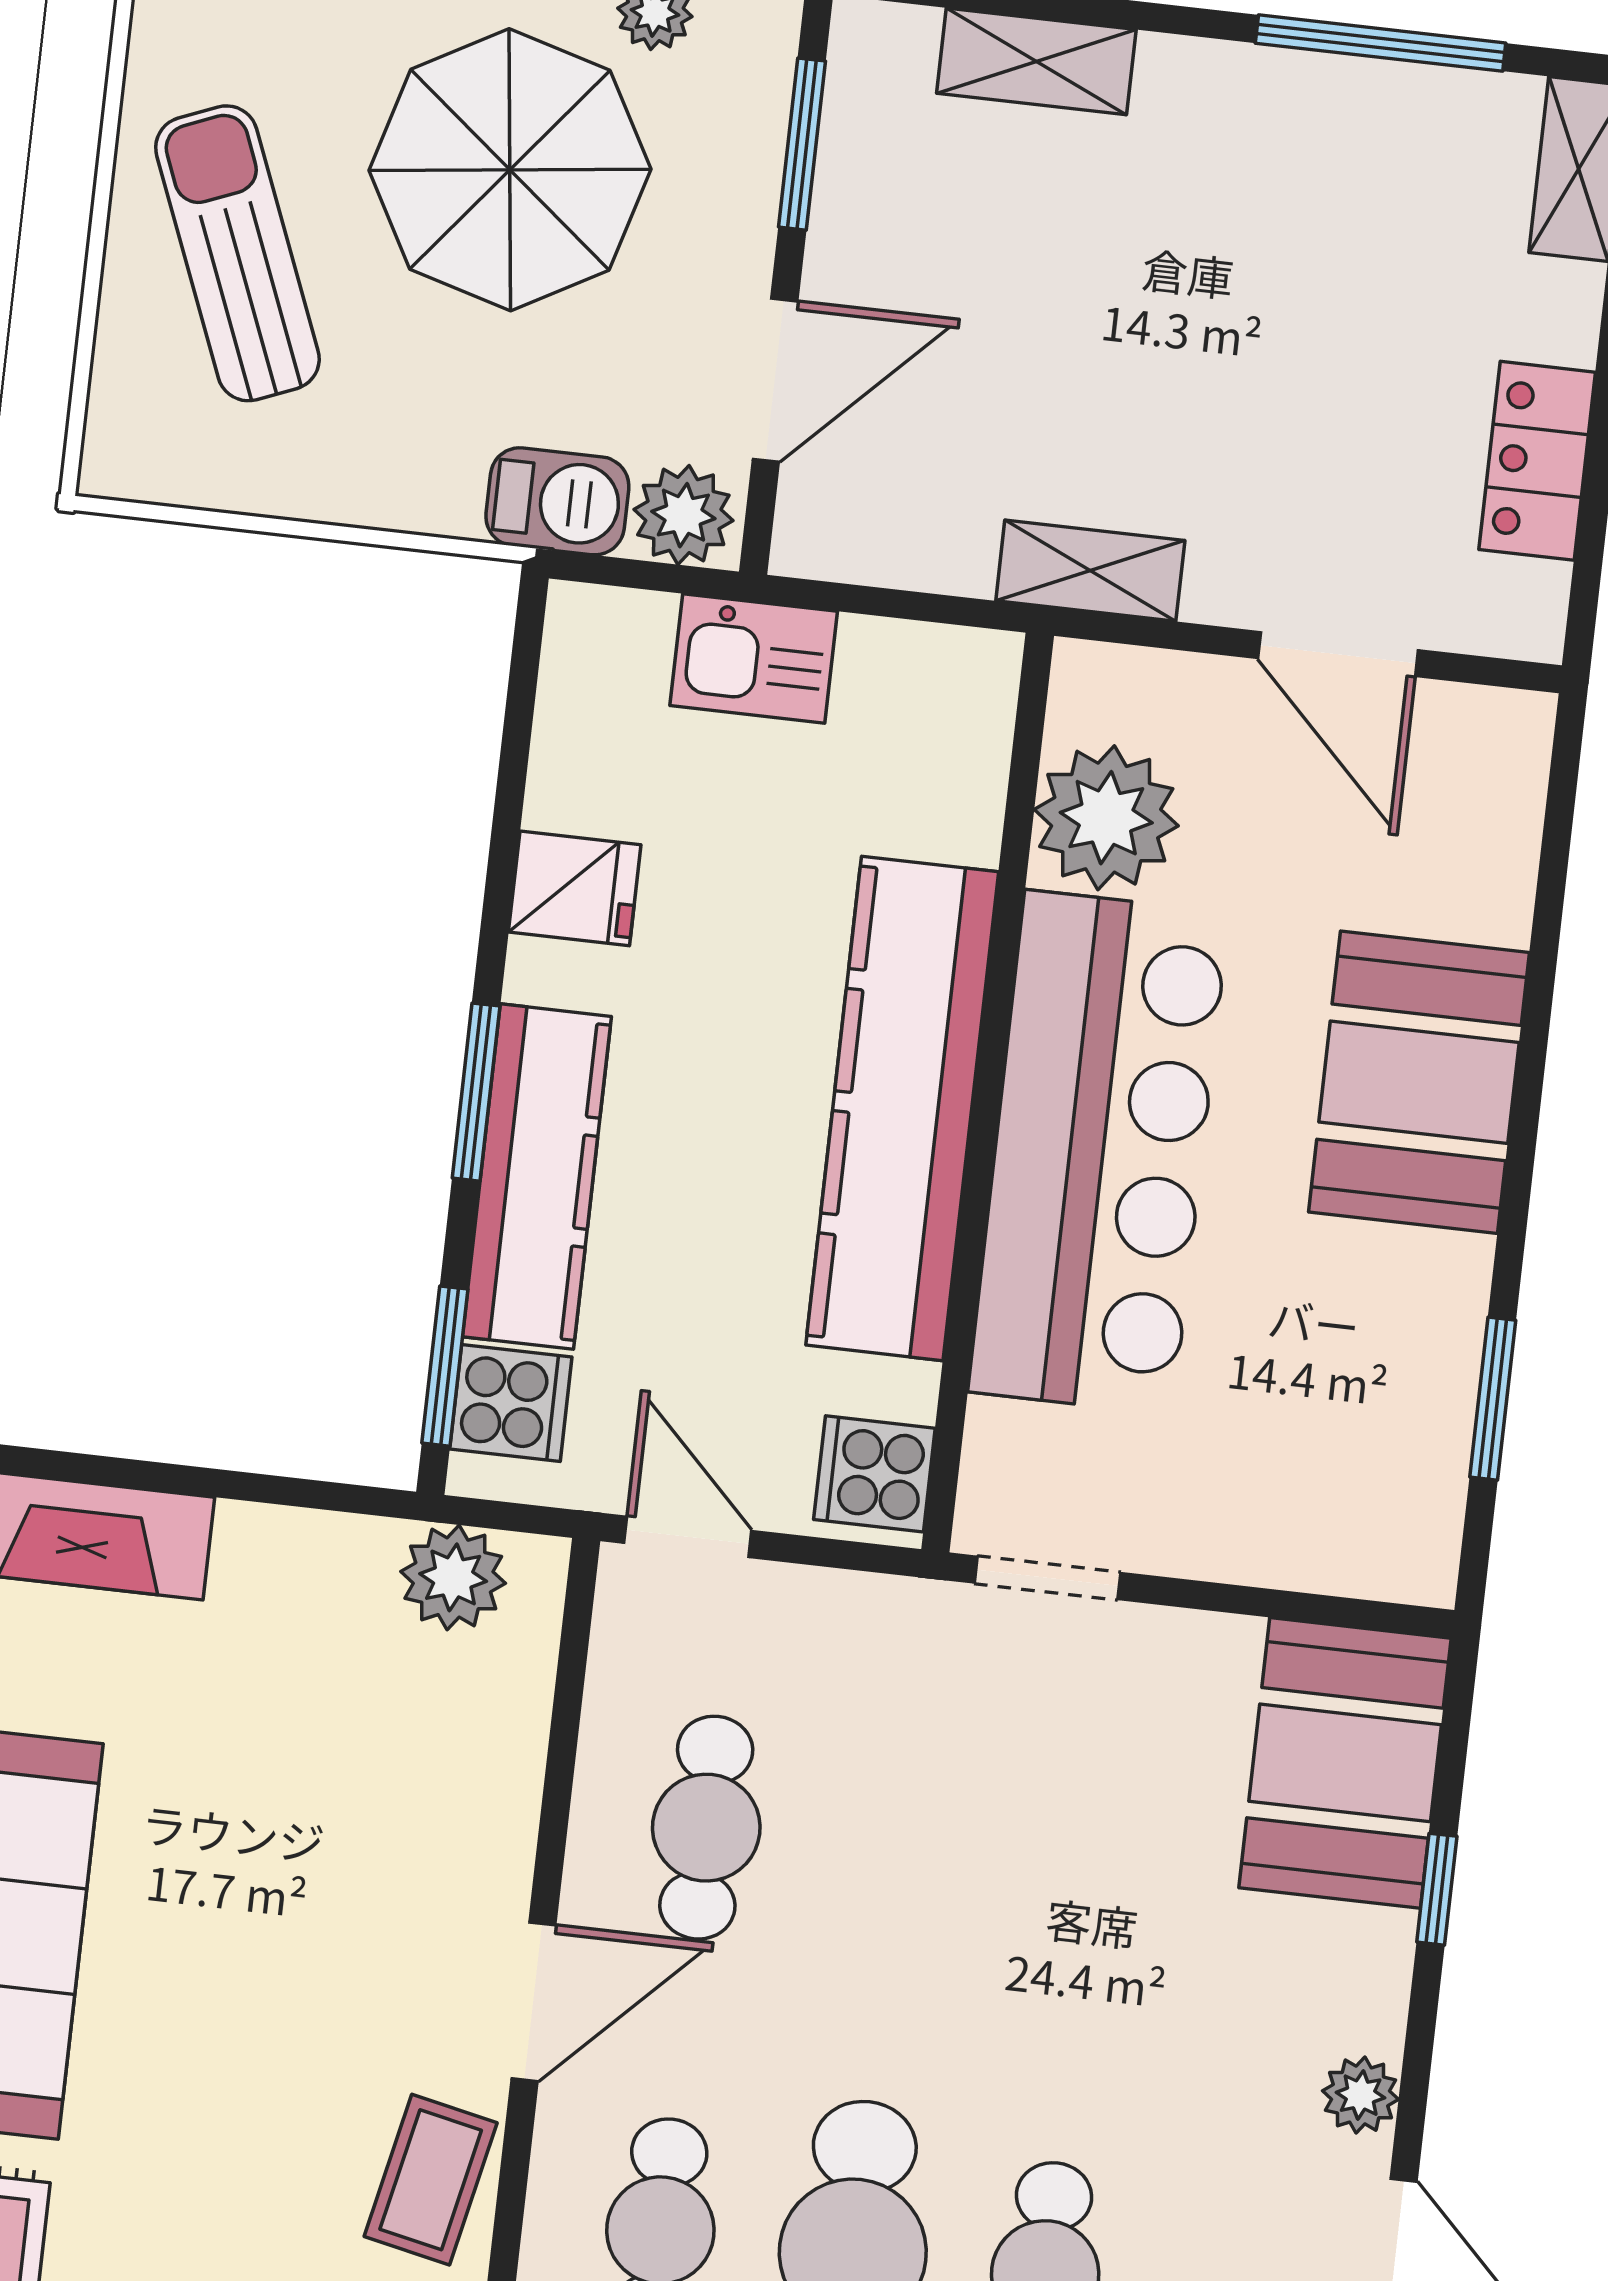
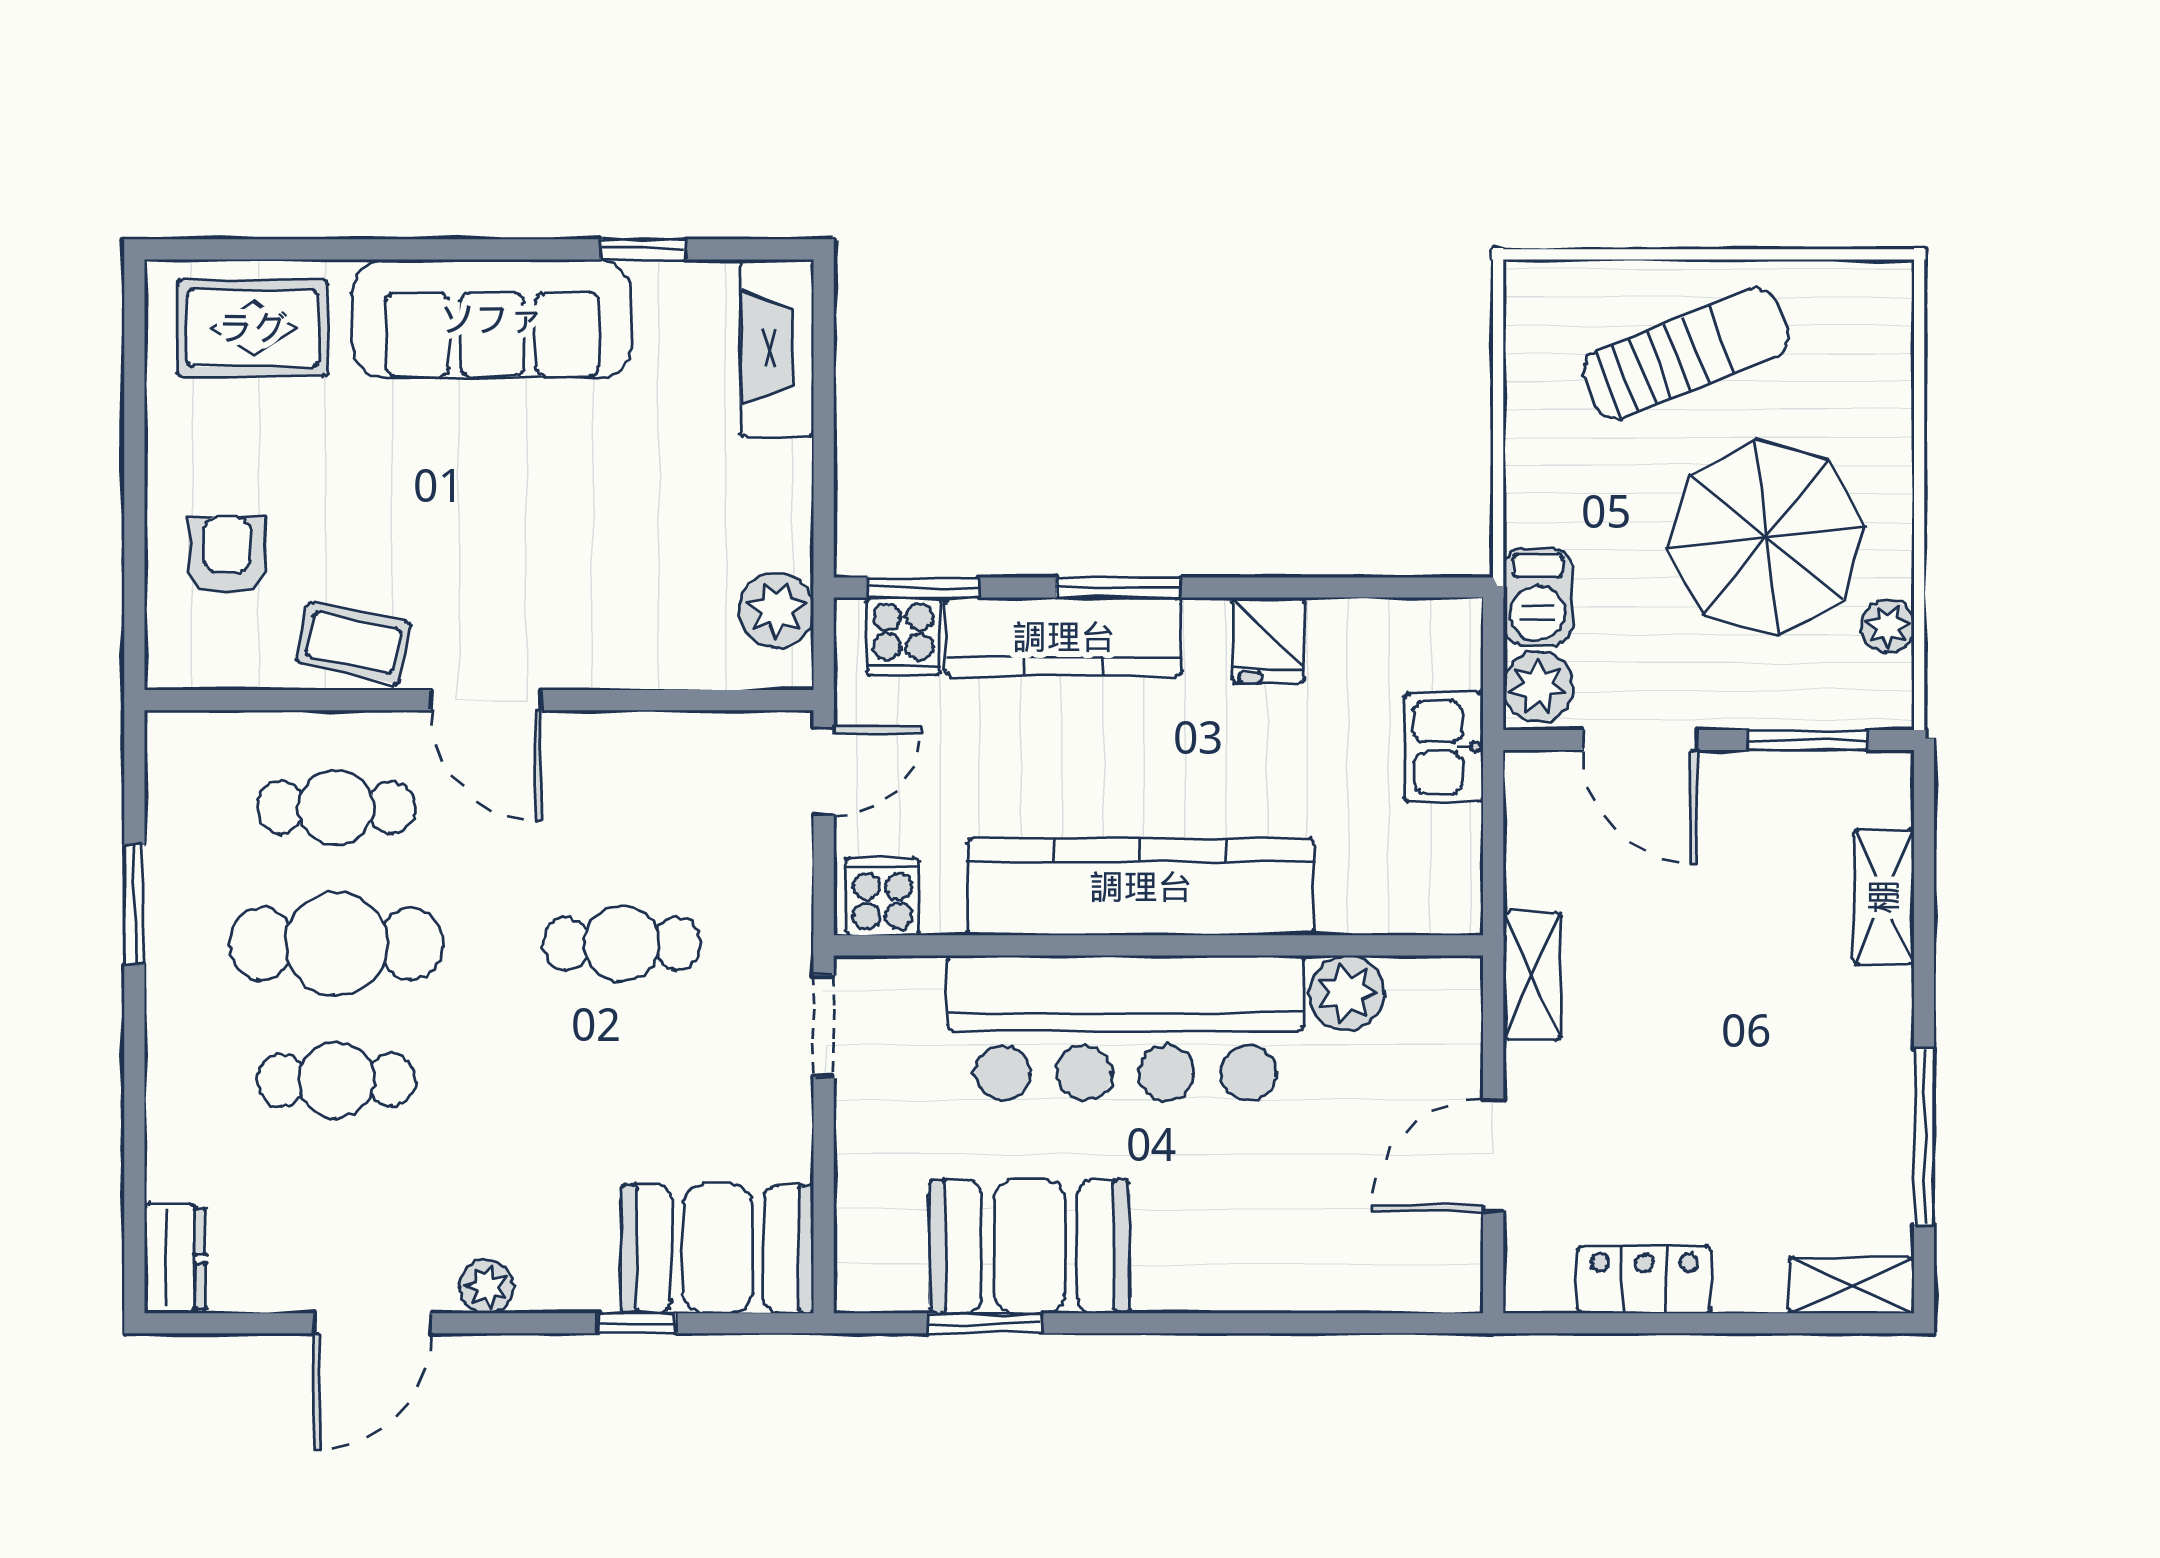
plant: (1106, 818) -> (1347, 993), width x0.73, depth x0.73
booth: (1419, 1082) -> (1029, 1246), moved
cafe table: (706, 1828) -> (622, 944), moved

